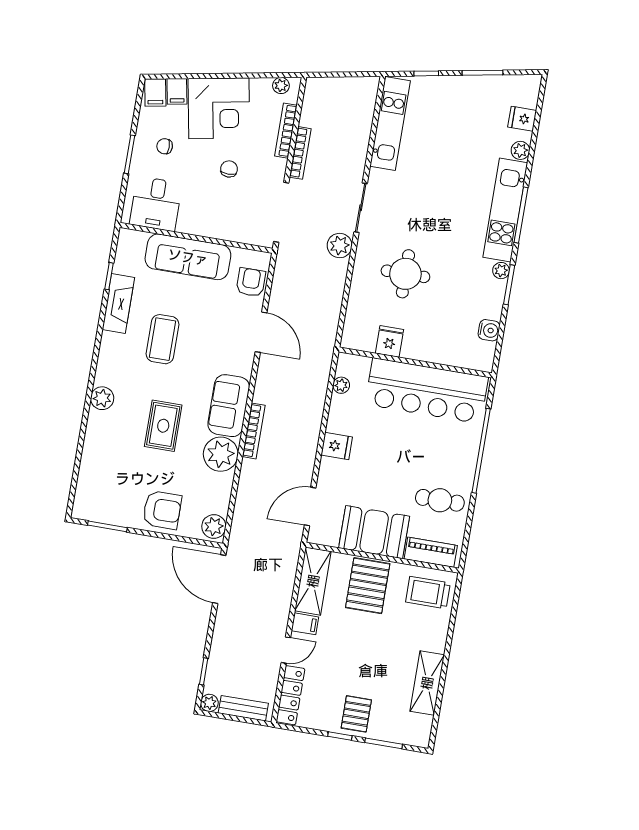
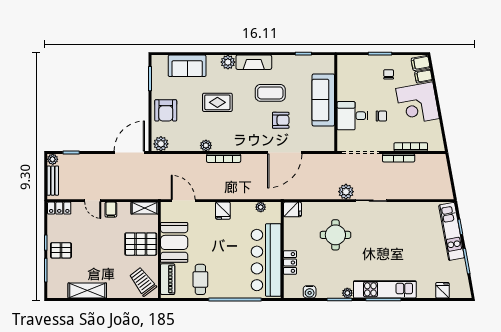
plant: (281, 86) -> (438, 139), removed
kitchen unit: (390, 124) -> (452, 231), moved, turned 80
plant: (520, 150) -> (423, 292), removed
desk: (156, 204) -> (352, 116), moved
armchair: (251, 282) -> (281, 120), moved
fireplace: (118, 303) -> (254, 62), moved
door: (261, 332) -> (285, 153), width x1.36
fridge: (390, 341) -> (292, 209), moved
locker: (437, 353) -> (290, 262), added
sofa: (229, 406) -> (187, 66), moved, turned 180
plant: (221, 454) -> (206, 145), width x0.53, depth x0.53
shelving: (313, 581) -> (145, 208), width x0.67, depth x0.75
trolley: (428, 593) -> (143, 282), turned -37
locker: (290, 695) -> (59, 208), width x0.66

